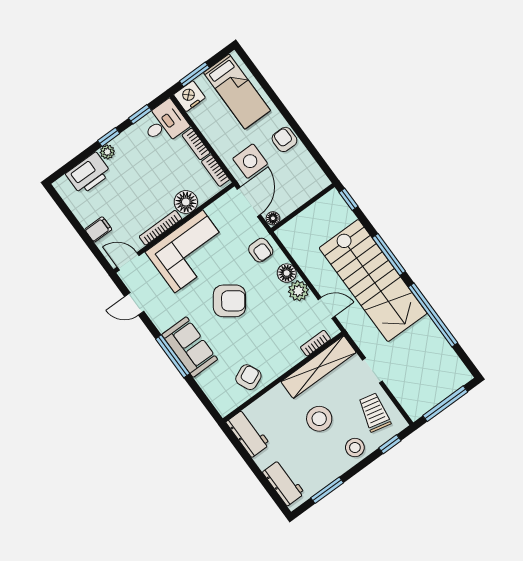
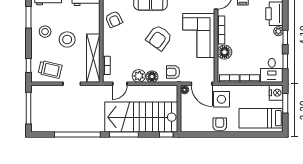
armchair: (284, 139) -> (220, 124), turned -90
stairs: (373, 281) -> (141, 117), moved
stool: (355, 448) -> (45, 32), moved

